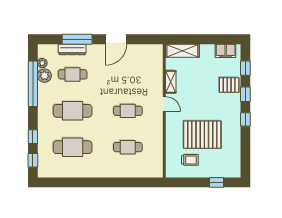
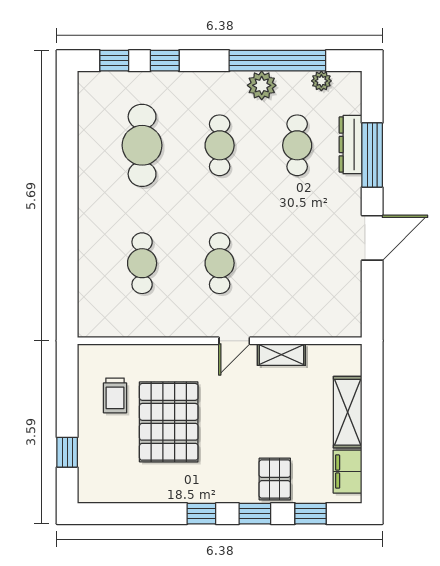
door: (116, 39) -> (372, 238), swing flipped
shelving: (182, 51) -> (348, 412), moved
plant: (44, 76) -> (262, 85), moved
cafe table: (73, 111) -> (220, 145), width x0.73, depth x0.74

